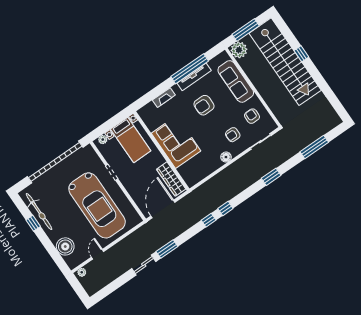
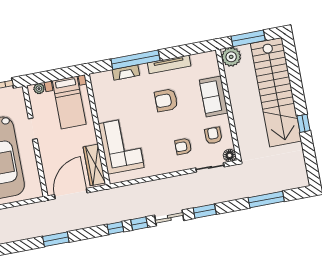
window: (301, 54) -> (304, 123), moved
window: (190, 69) -> (135, 60), moved
sofa: (236, 81) -> (214, 97), width x0.73
corner sofa: (176, 142) -> (121, 146), moved
floor lamp: (226, 157) -> (230, 155), moved
sliding door: (144, 265) -> (169, 218), moved

